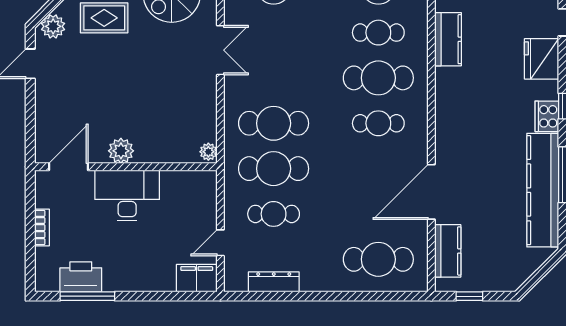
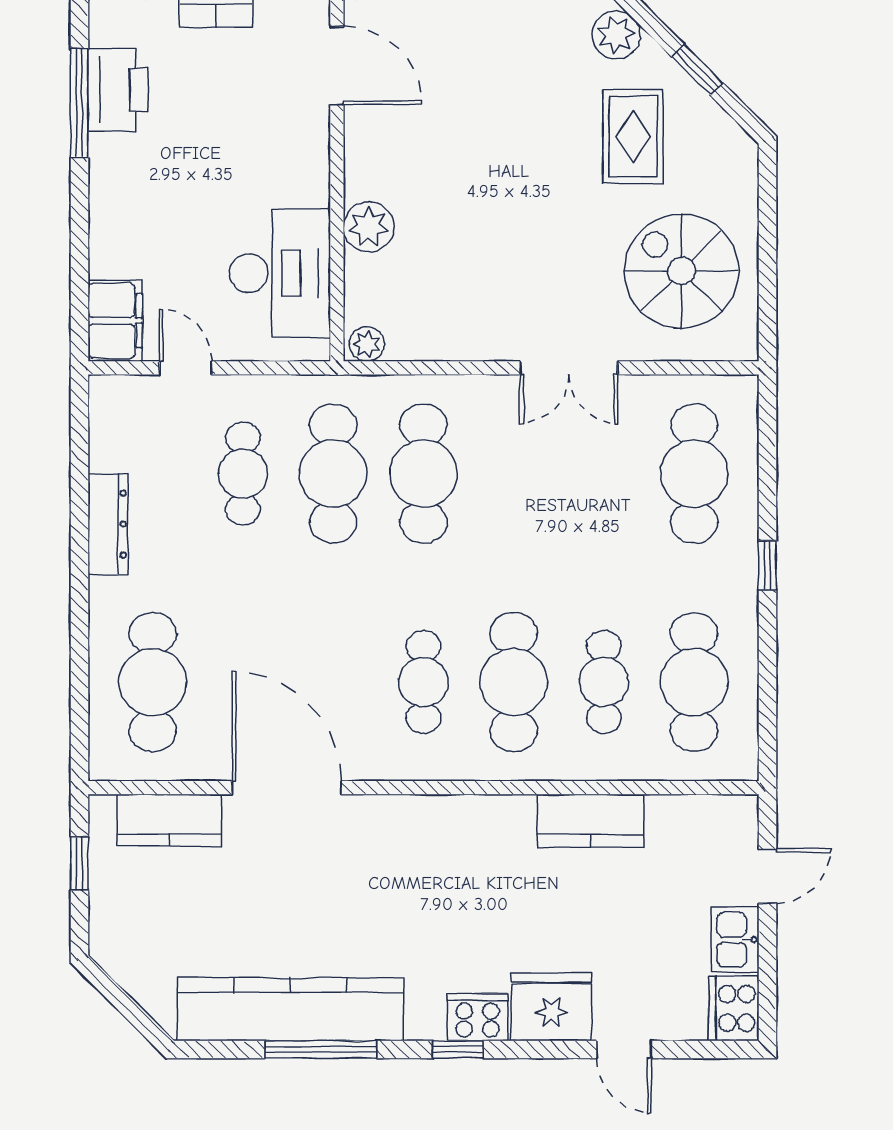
cooker: (547, 116) -> (478, 1017), moved
plant: (121, 151) -> (369, 227), moved
desk: (127, 195) -> (280, 273), moved
dresser: (274, 282) -> (108, 524), moved

